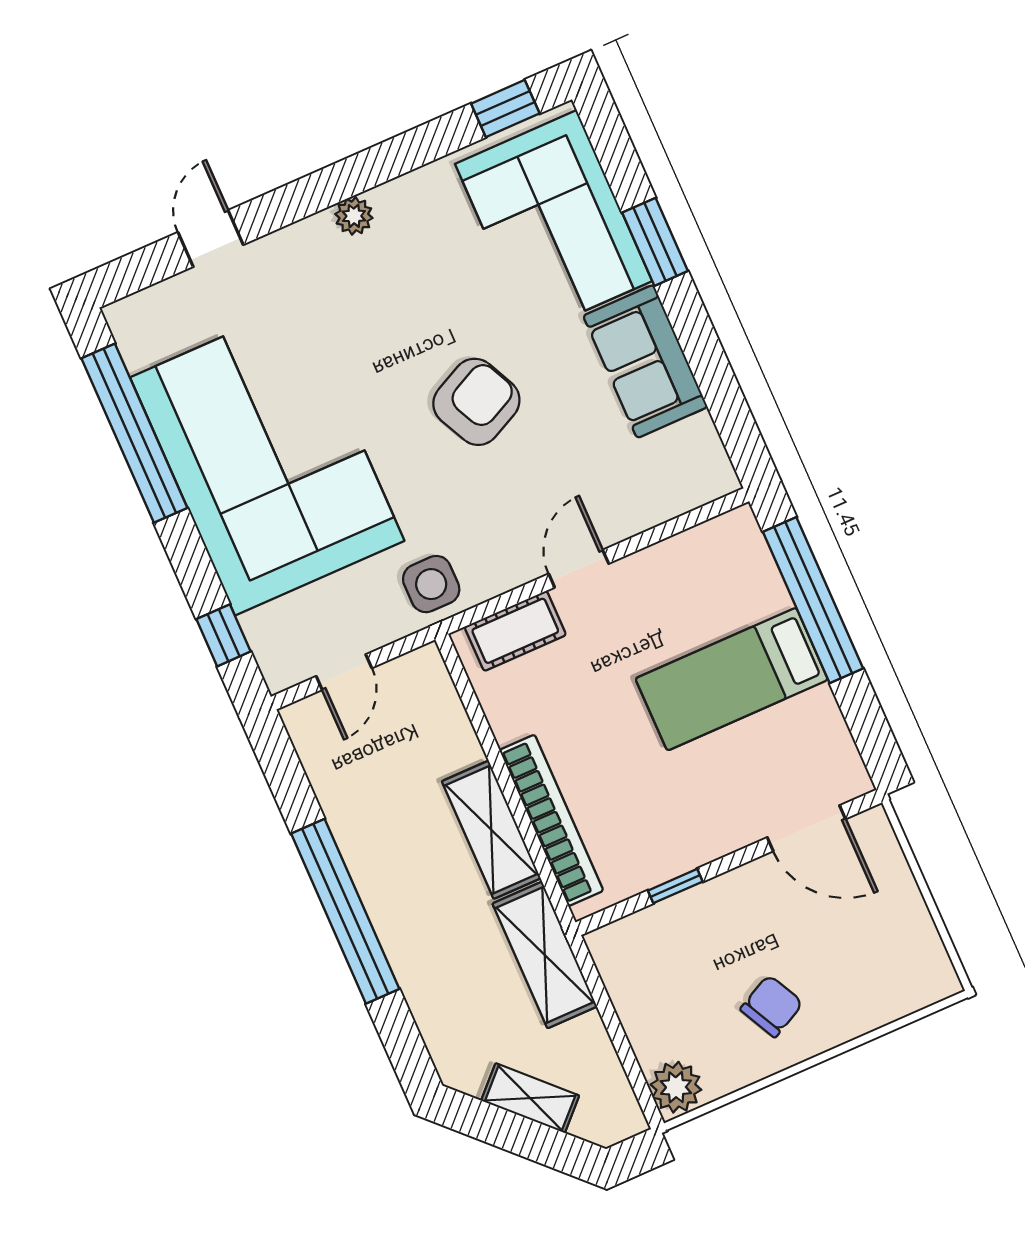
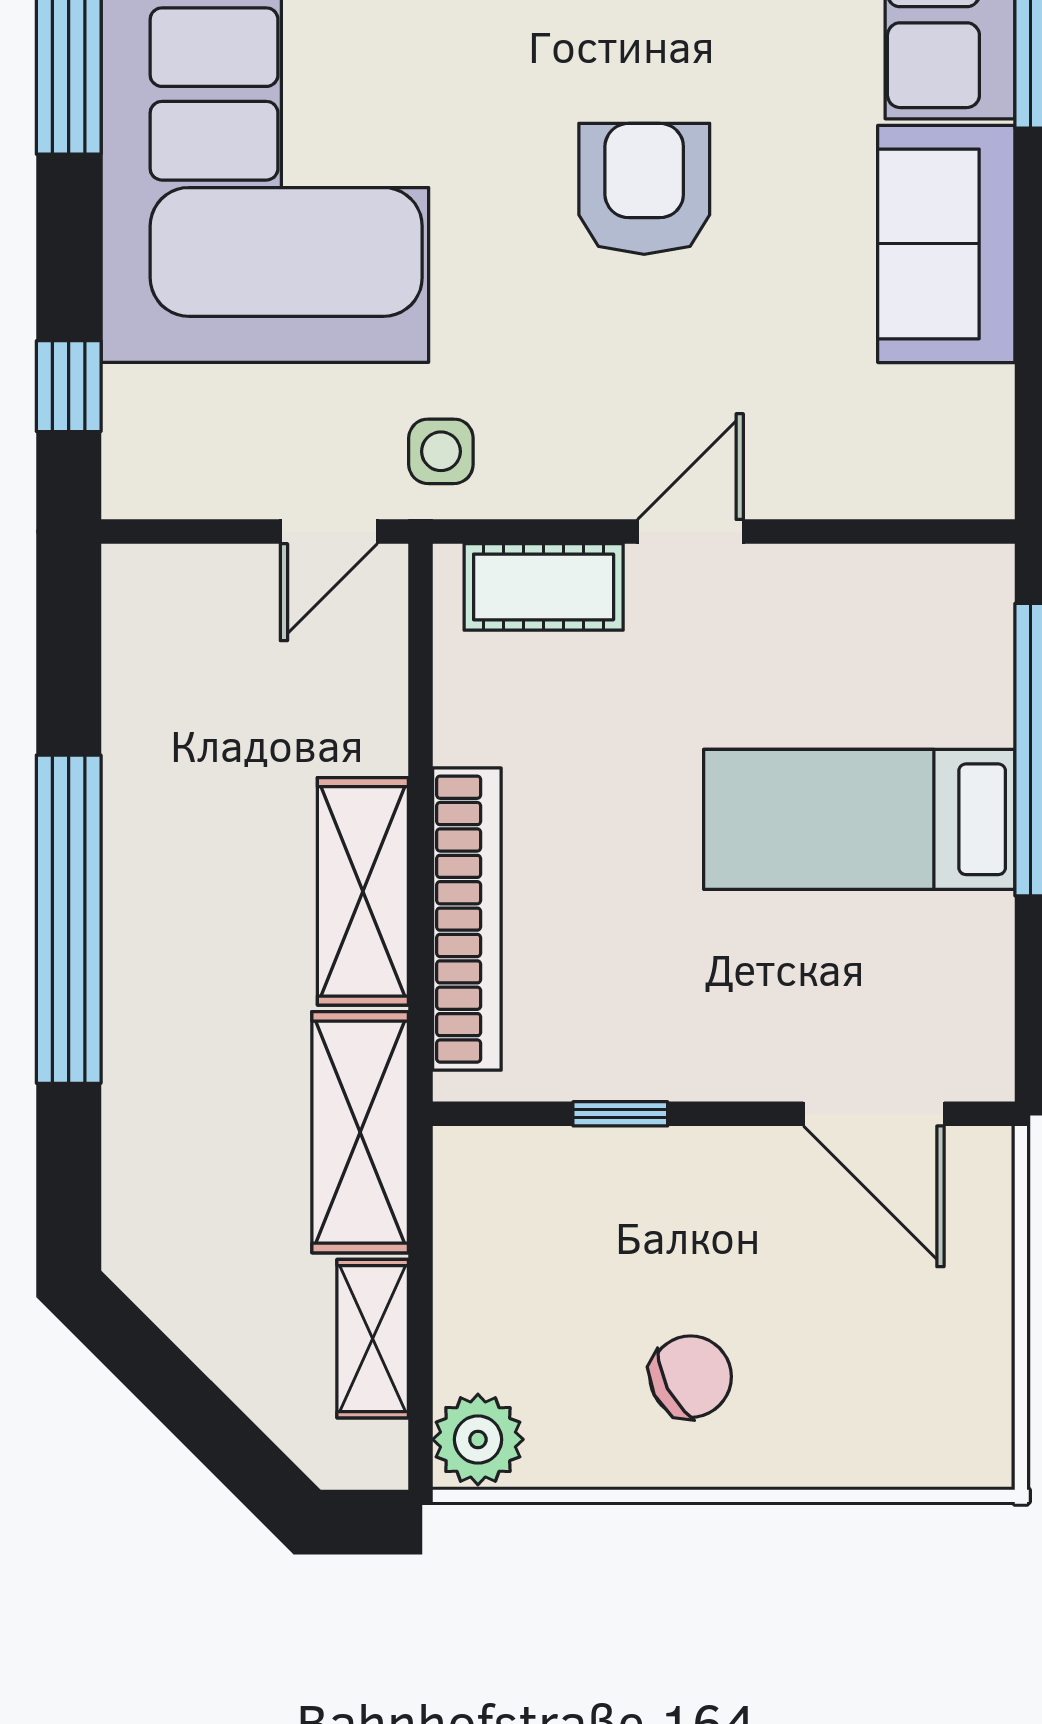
armchair: (476, 402) -> (644, 189), turned -64
side table: (431, 584) -> (441, 451), width x0.73, depth x0.73
door: (344, 672) -> (329, 532), moved
shelving: (530, 1098) -> (373, 1339), moved, turned 45

